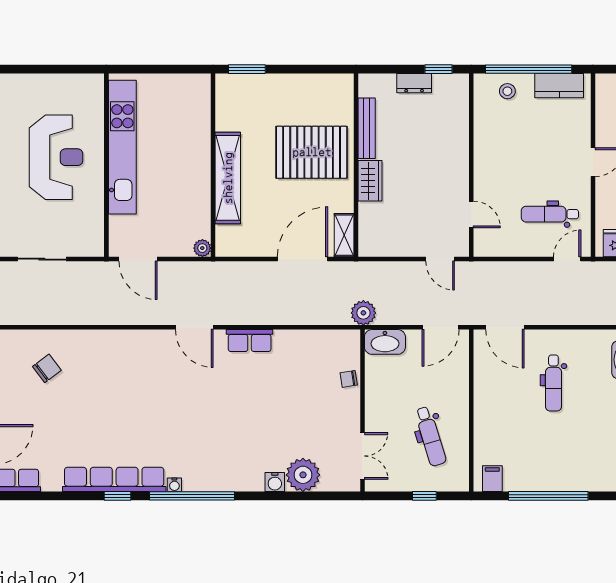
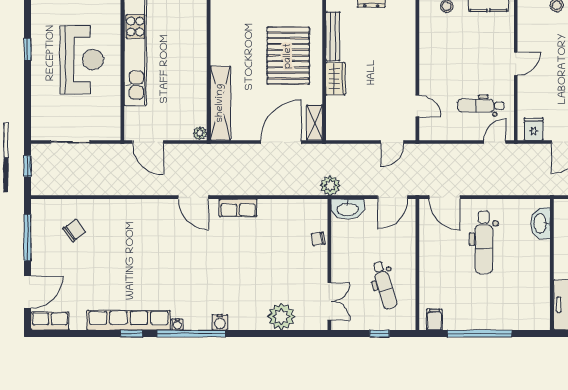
pallet: (312, 152) -> (288, 56), turned 90
shelving: (228, 178) -> (220, 103), moved
door: (440, 259) -> (392, 142), hinge flipped
dental chair: (553, 383) -> (484, 242), width x1.36, depth x1.38
water cooler: (275, 482) -> (220, 322), moved

